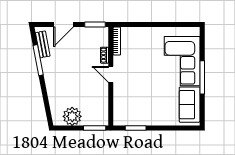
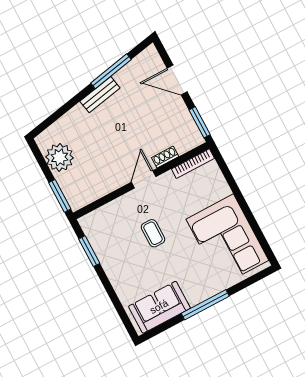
bench: (43, 44) -> (100, 95), moved
corner sofa: (182, 61) -> (227, 240), moved, turned -90
coffee table: (145, 86) -> (153, 233), added

